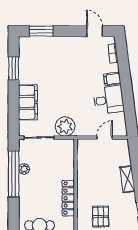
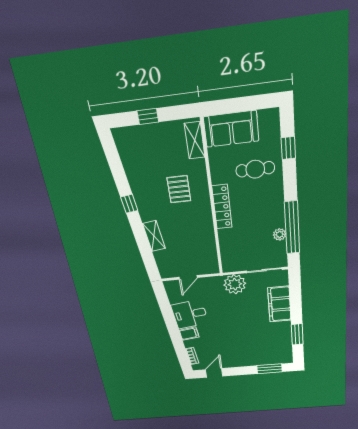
door: (95, 31) -> (214, 373), swing flipped

